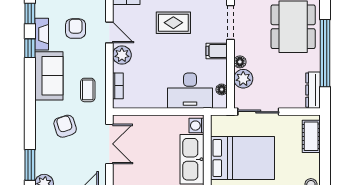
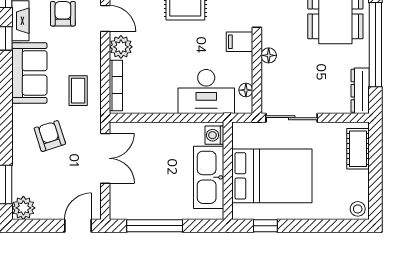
plant: (243, 79) -> (273, 77), removed
bookcase: (118, 86) -> (116, 85), width x1.56

